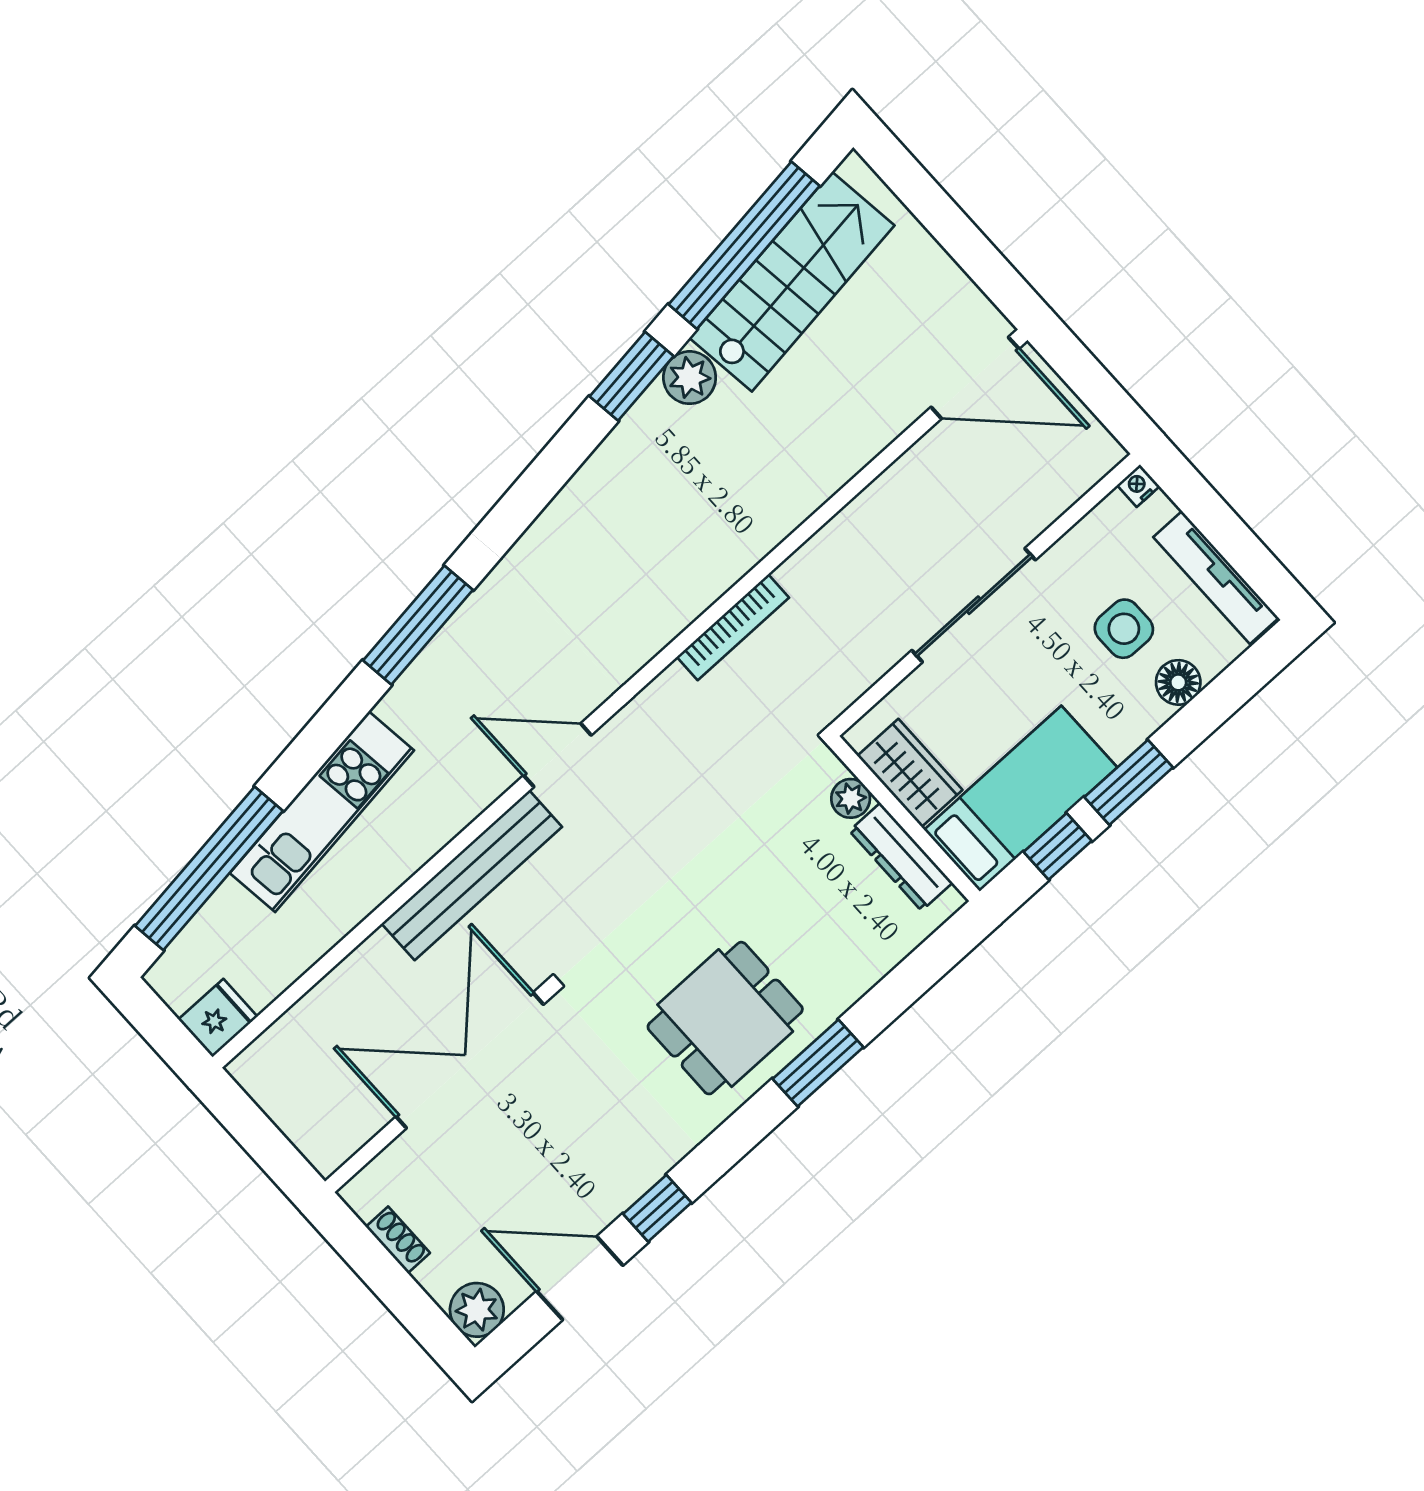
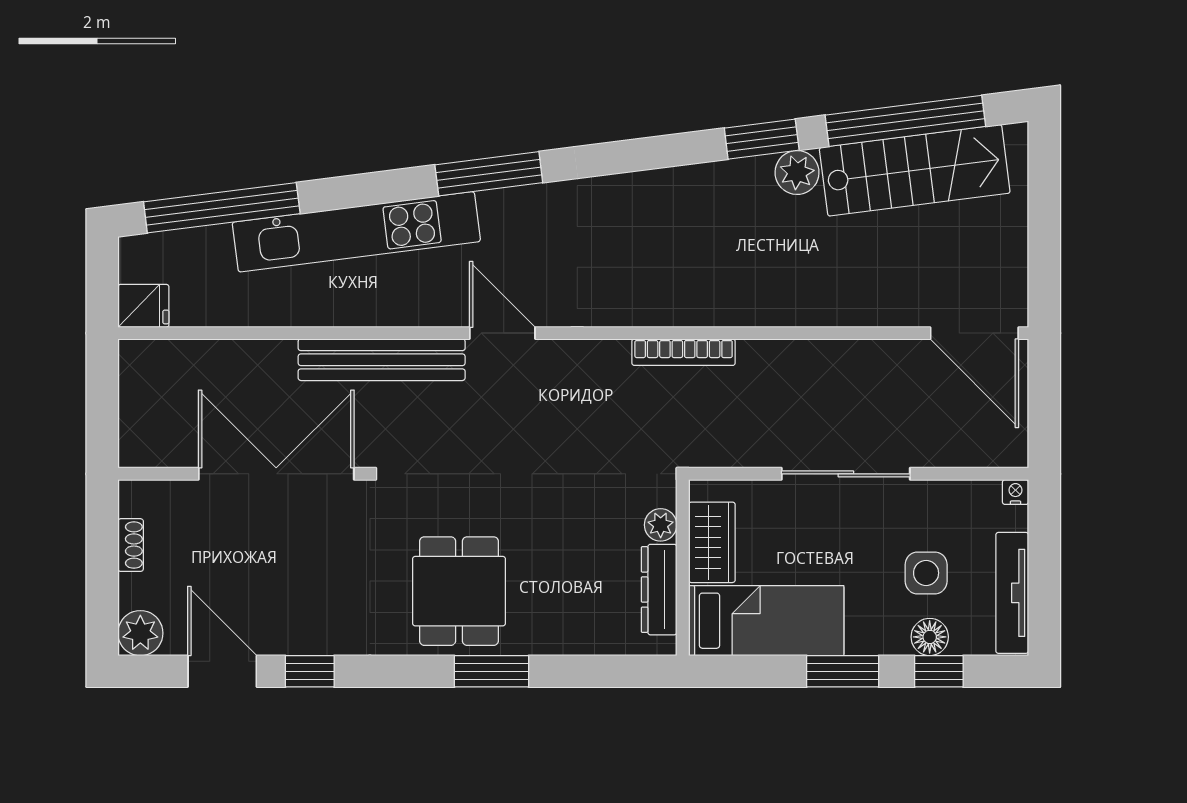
kitchen unit: (322, 812) -> (356, 232), width x1.36
window: (1058, 846) -> (939, 671), moved
dining table: (725, 1018) -> (459, 591), turned 90

